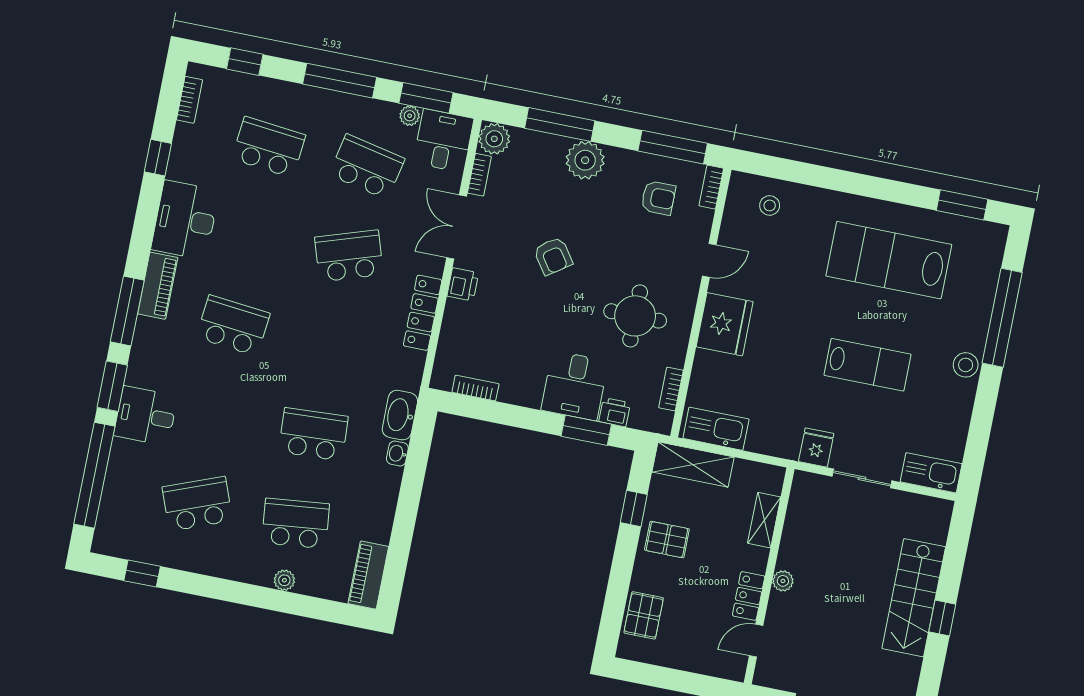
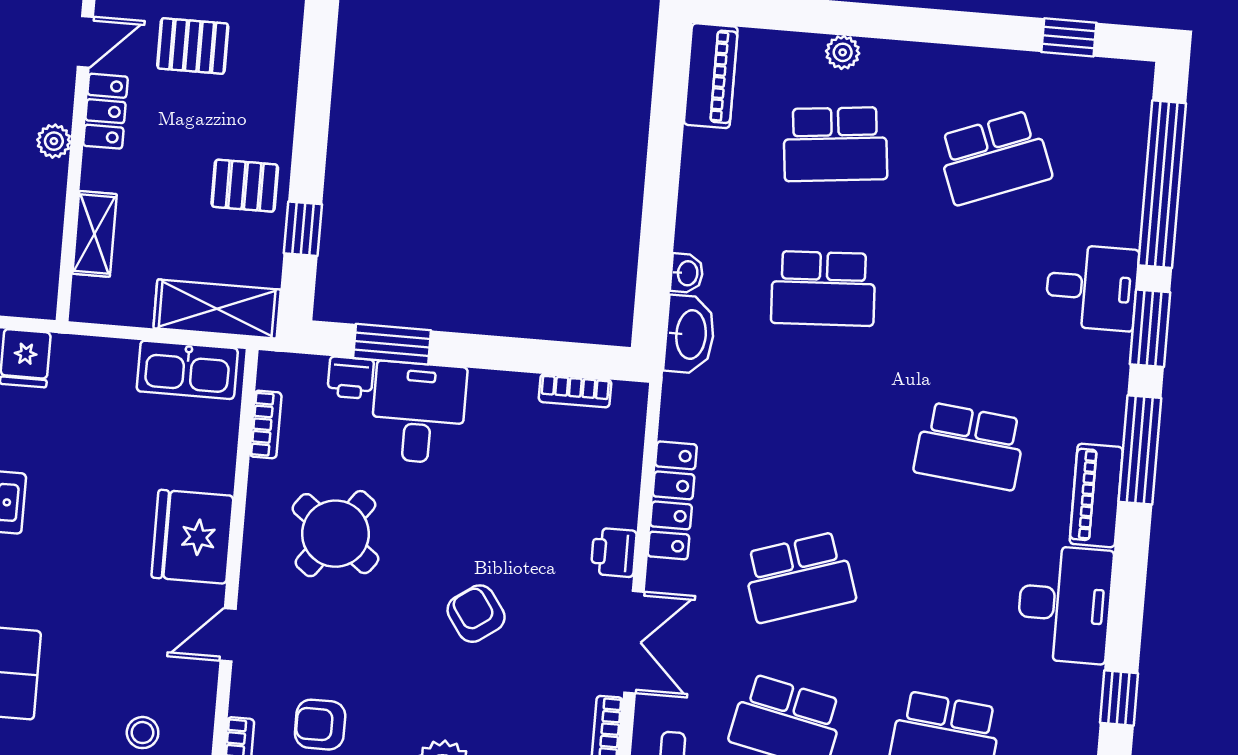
round table: (635, 316) -> (335, 534), turned 37
pallet: (644, 615) -> (193, 46), moved, turned 90

